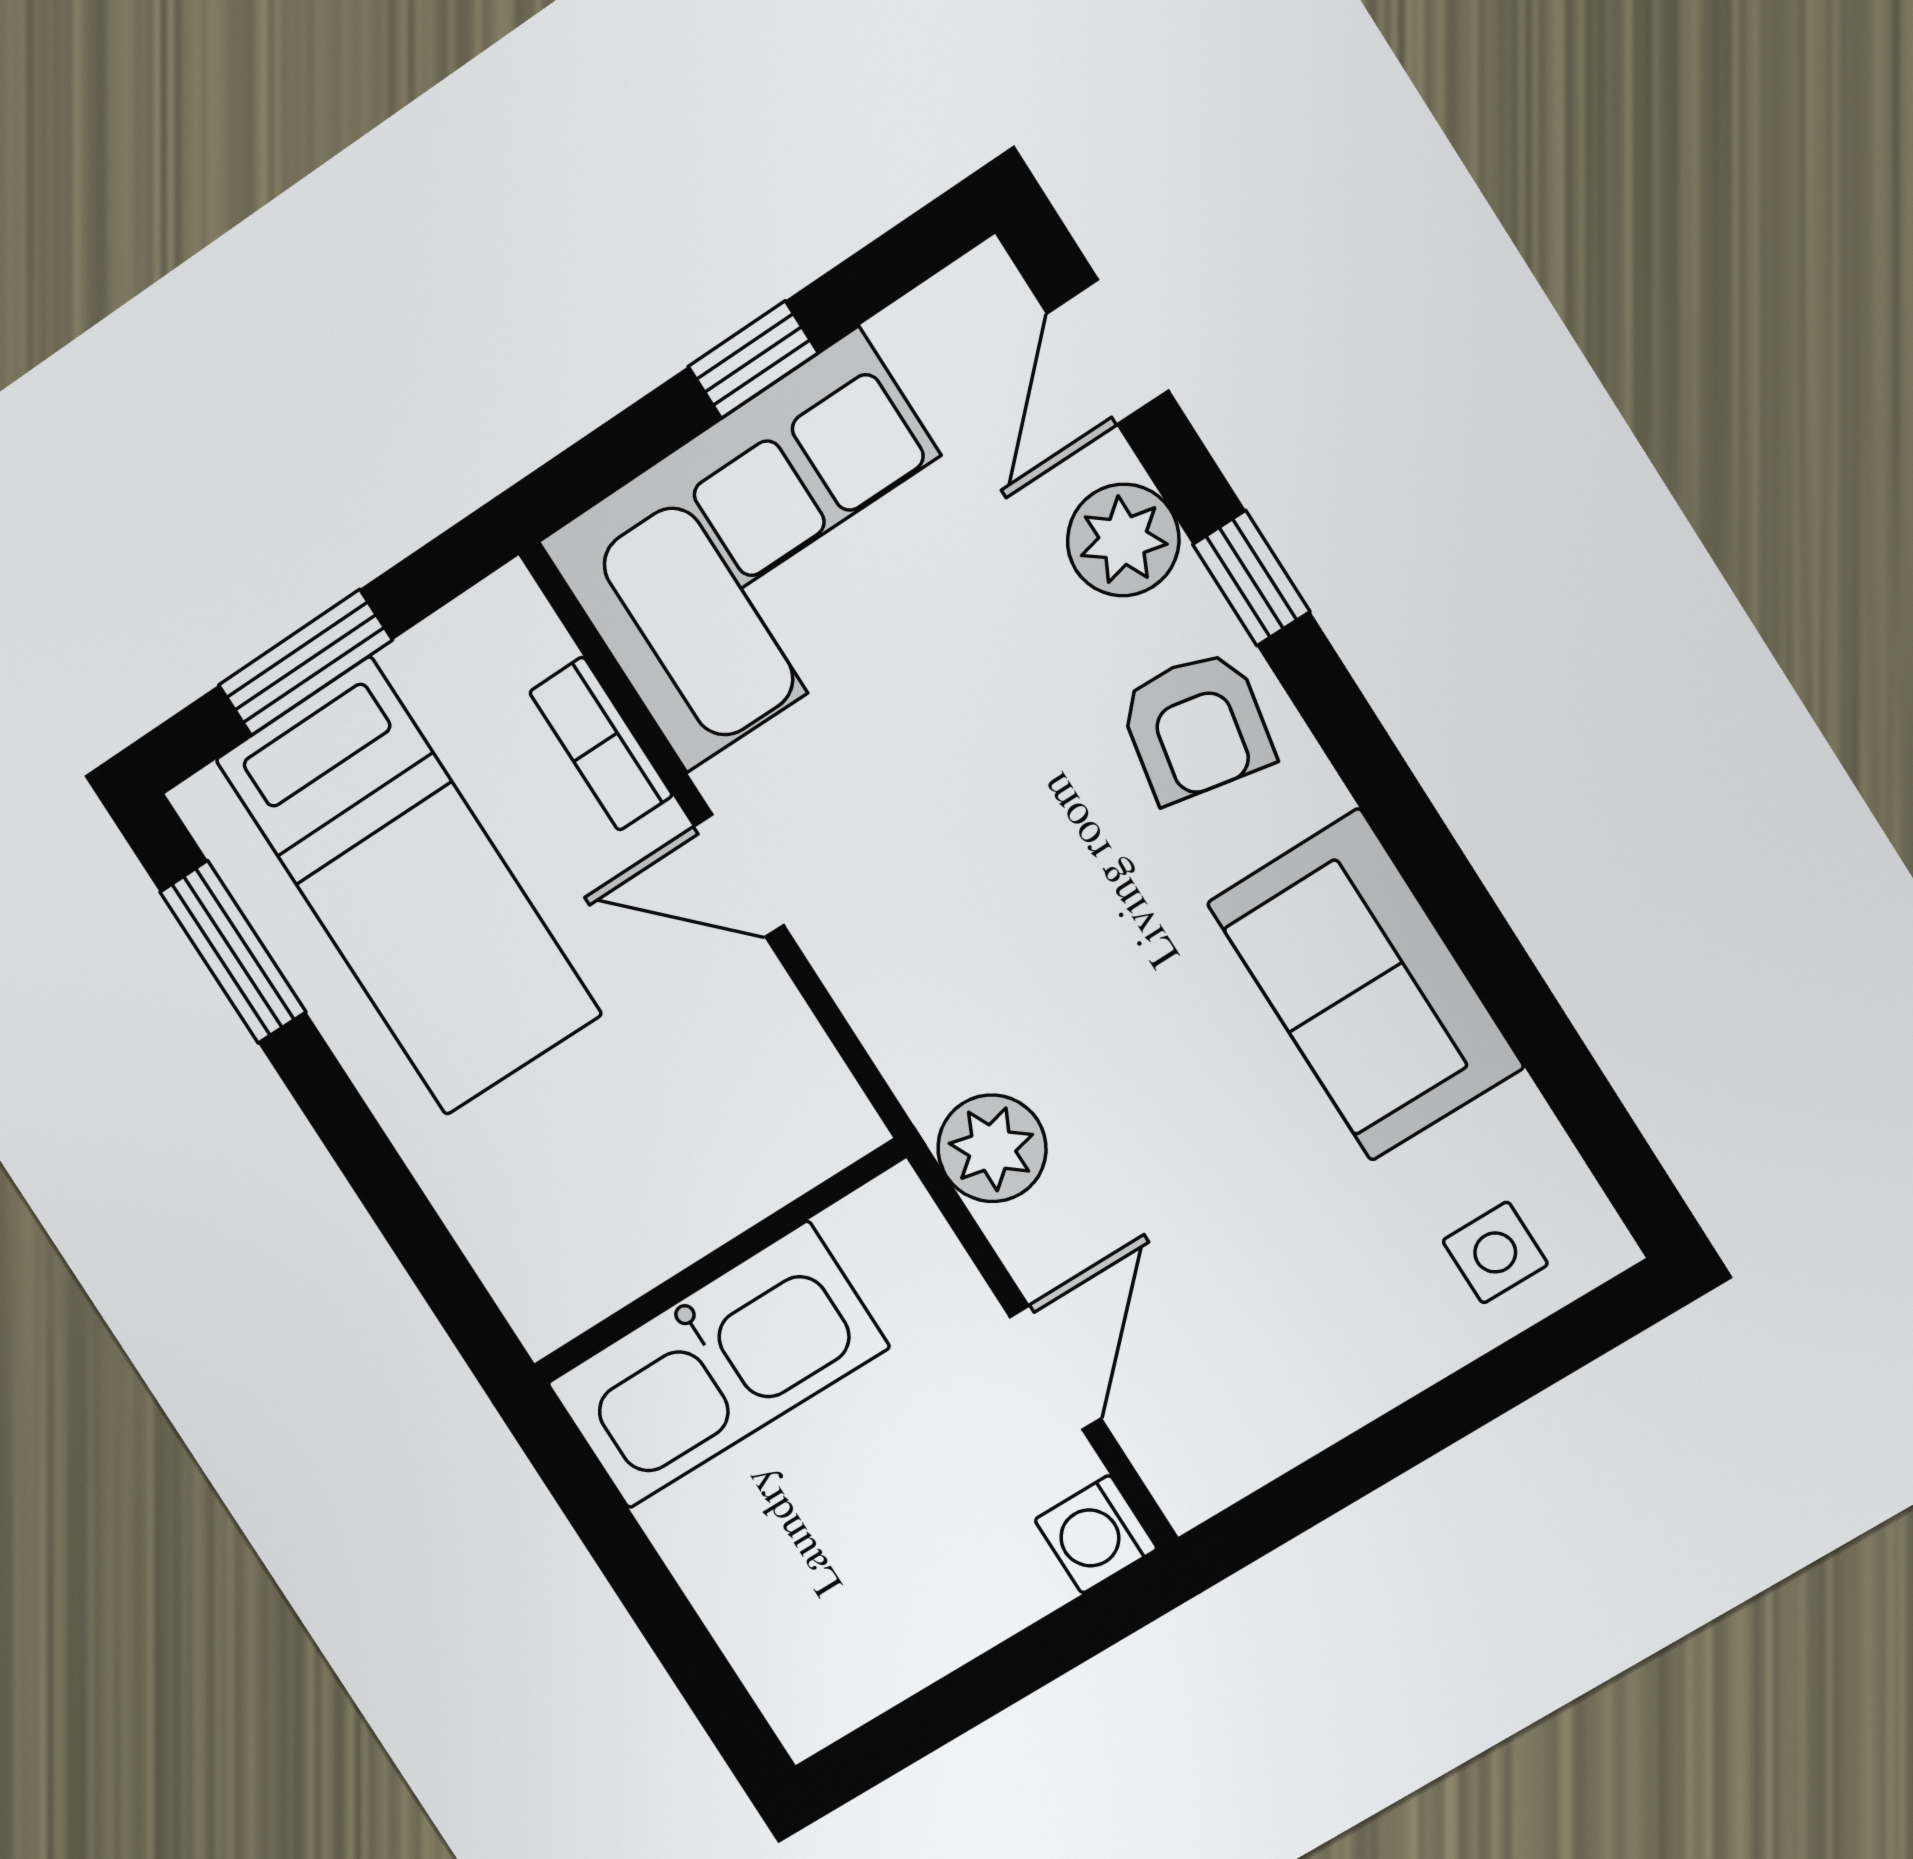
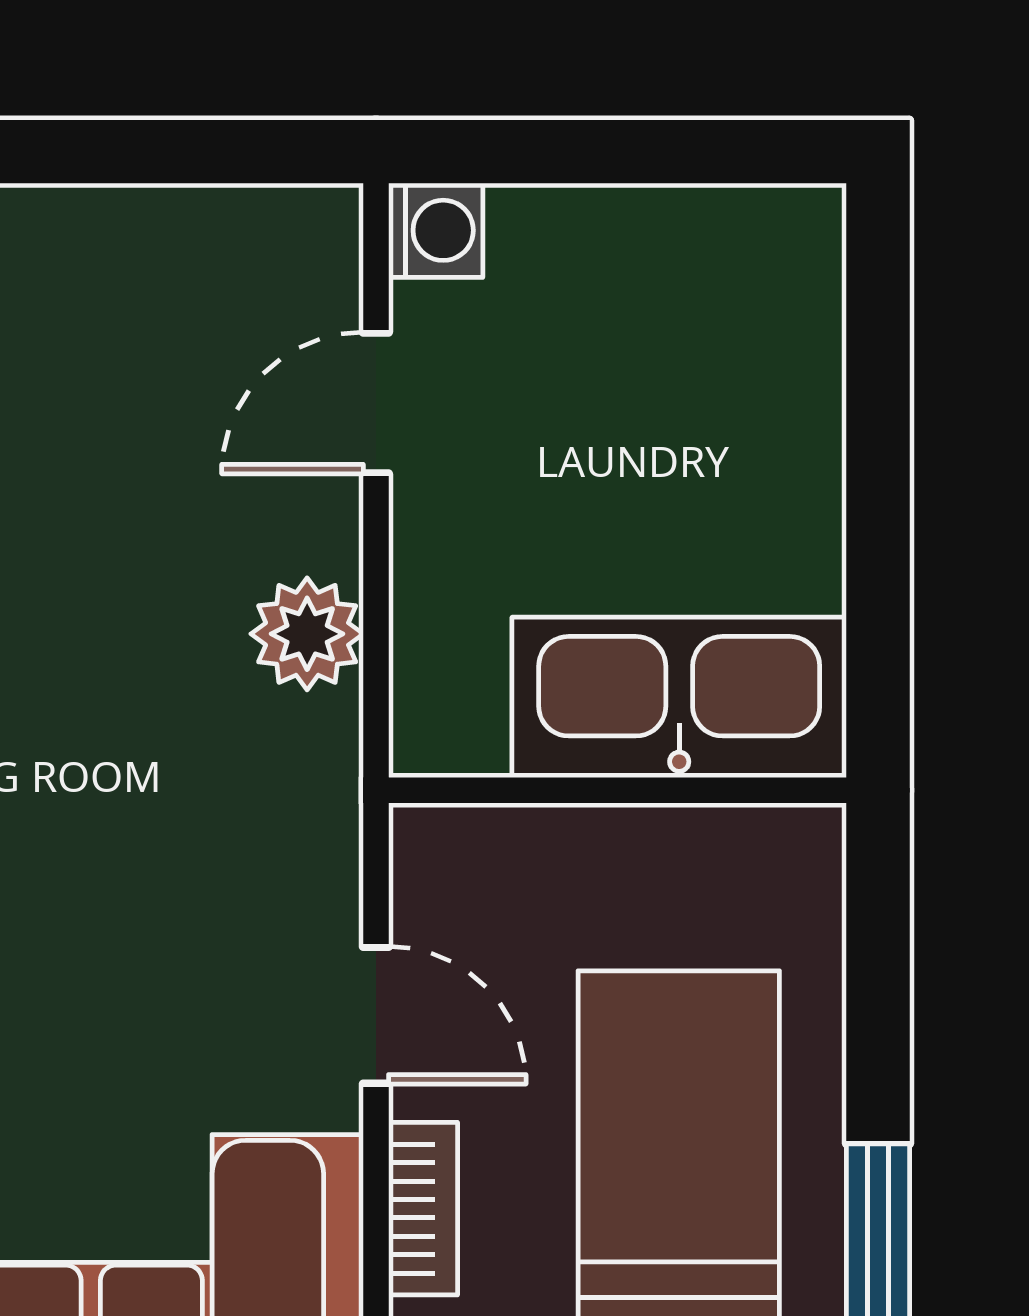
wall: (719, 1262) -> (617, 790), moved
kitchen sink: (718, 1365) -> (679, 697), moved

